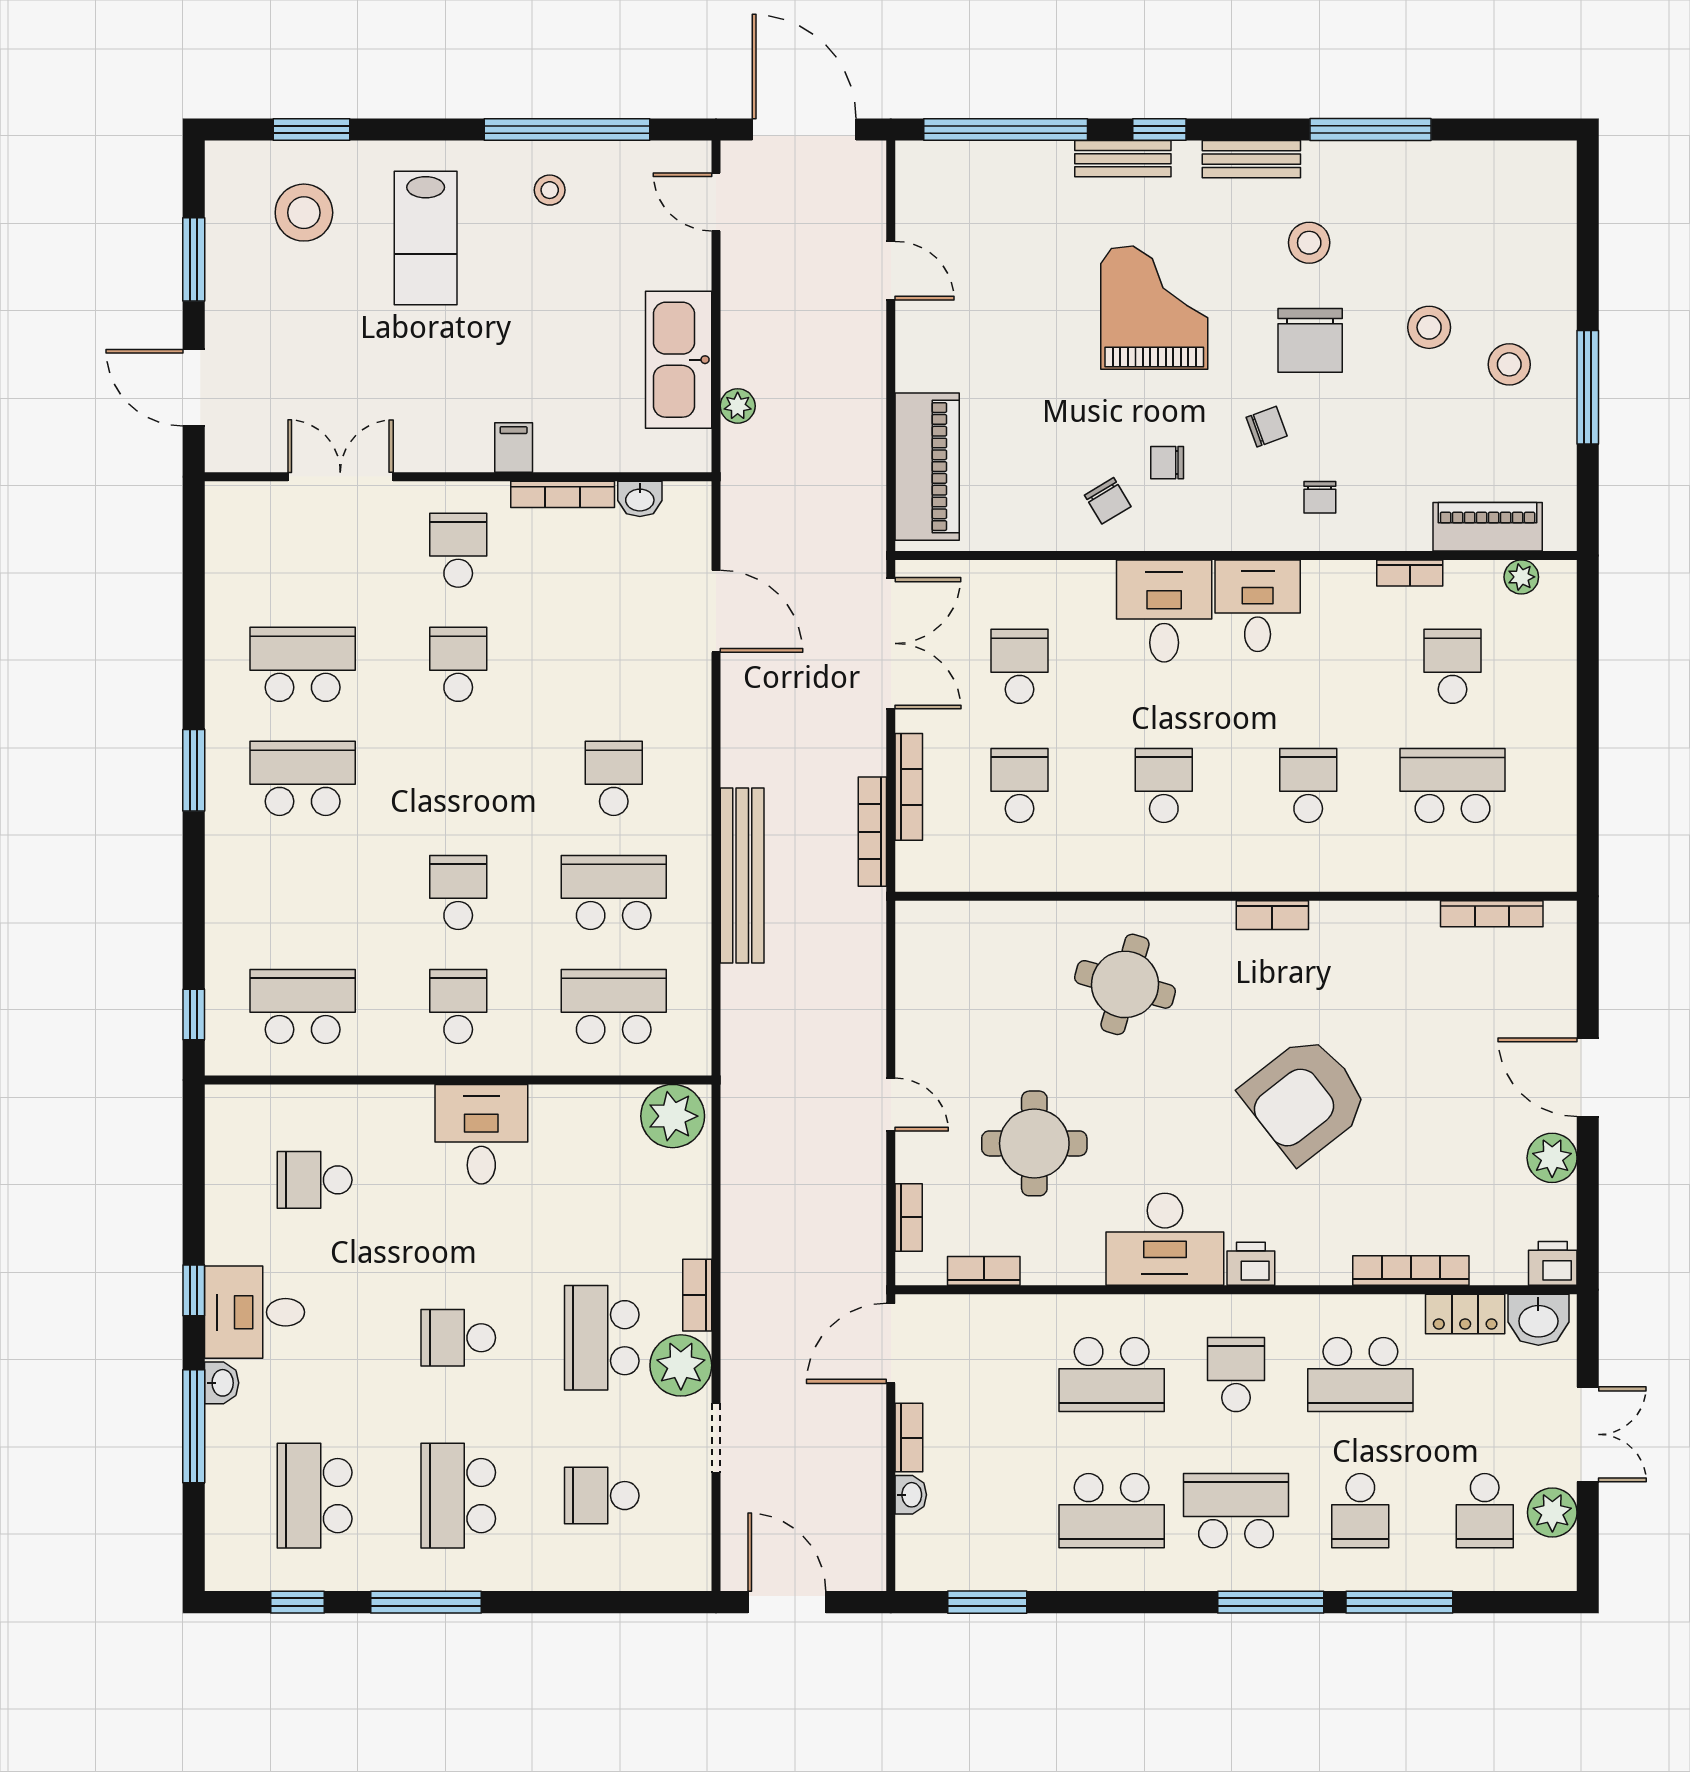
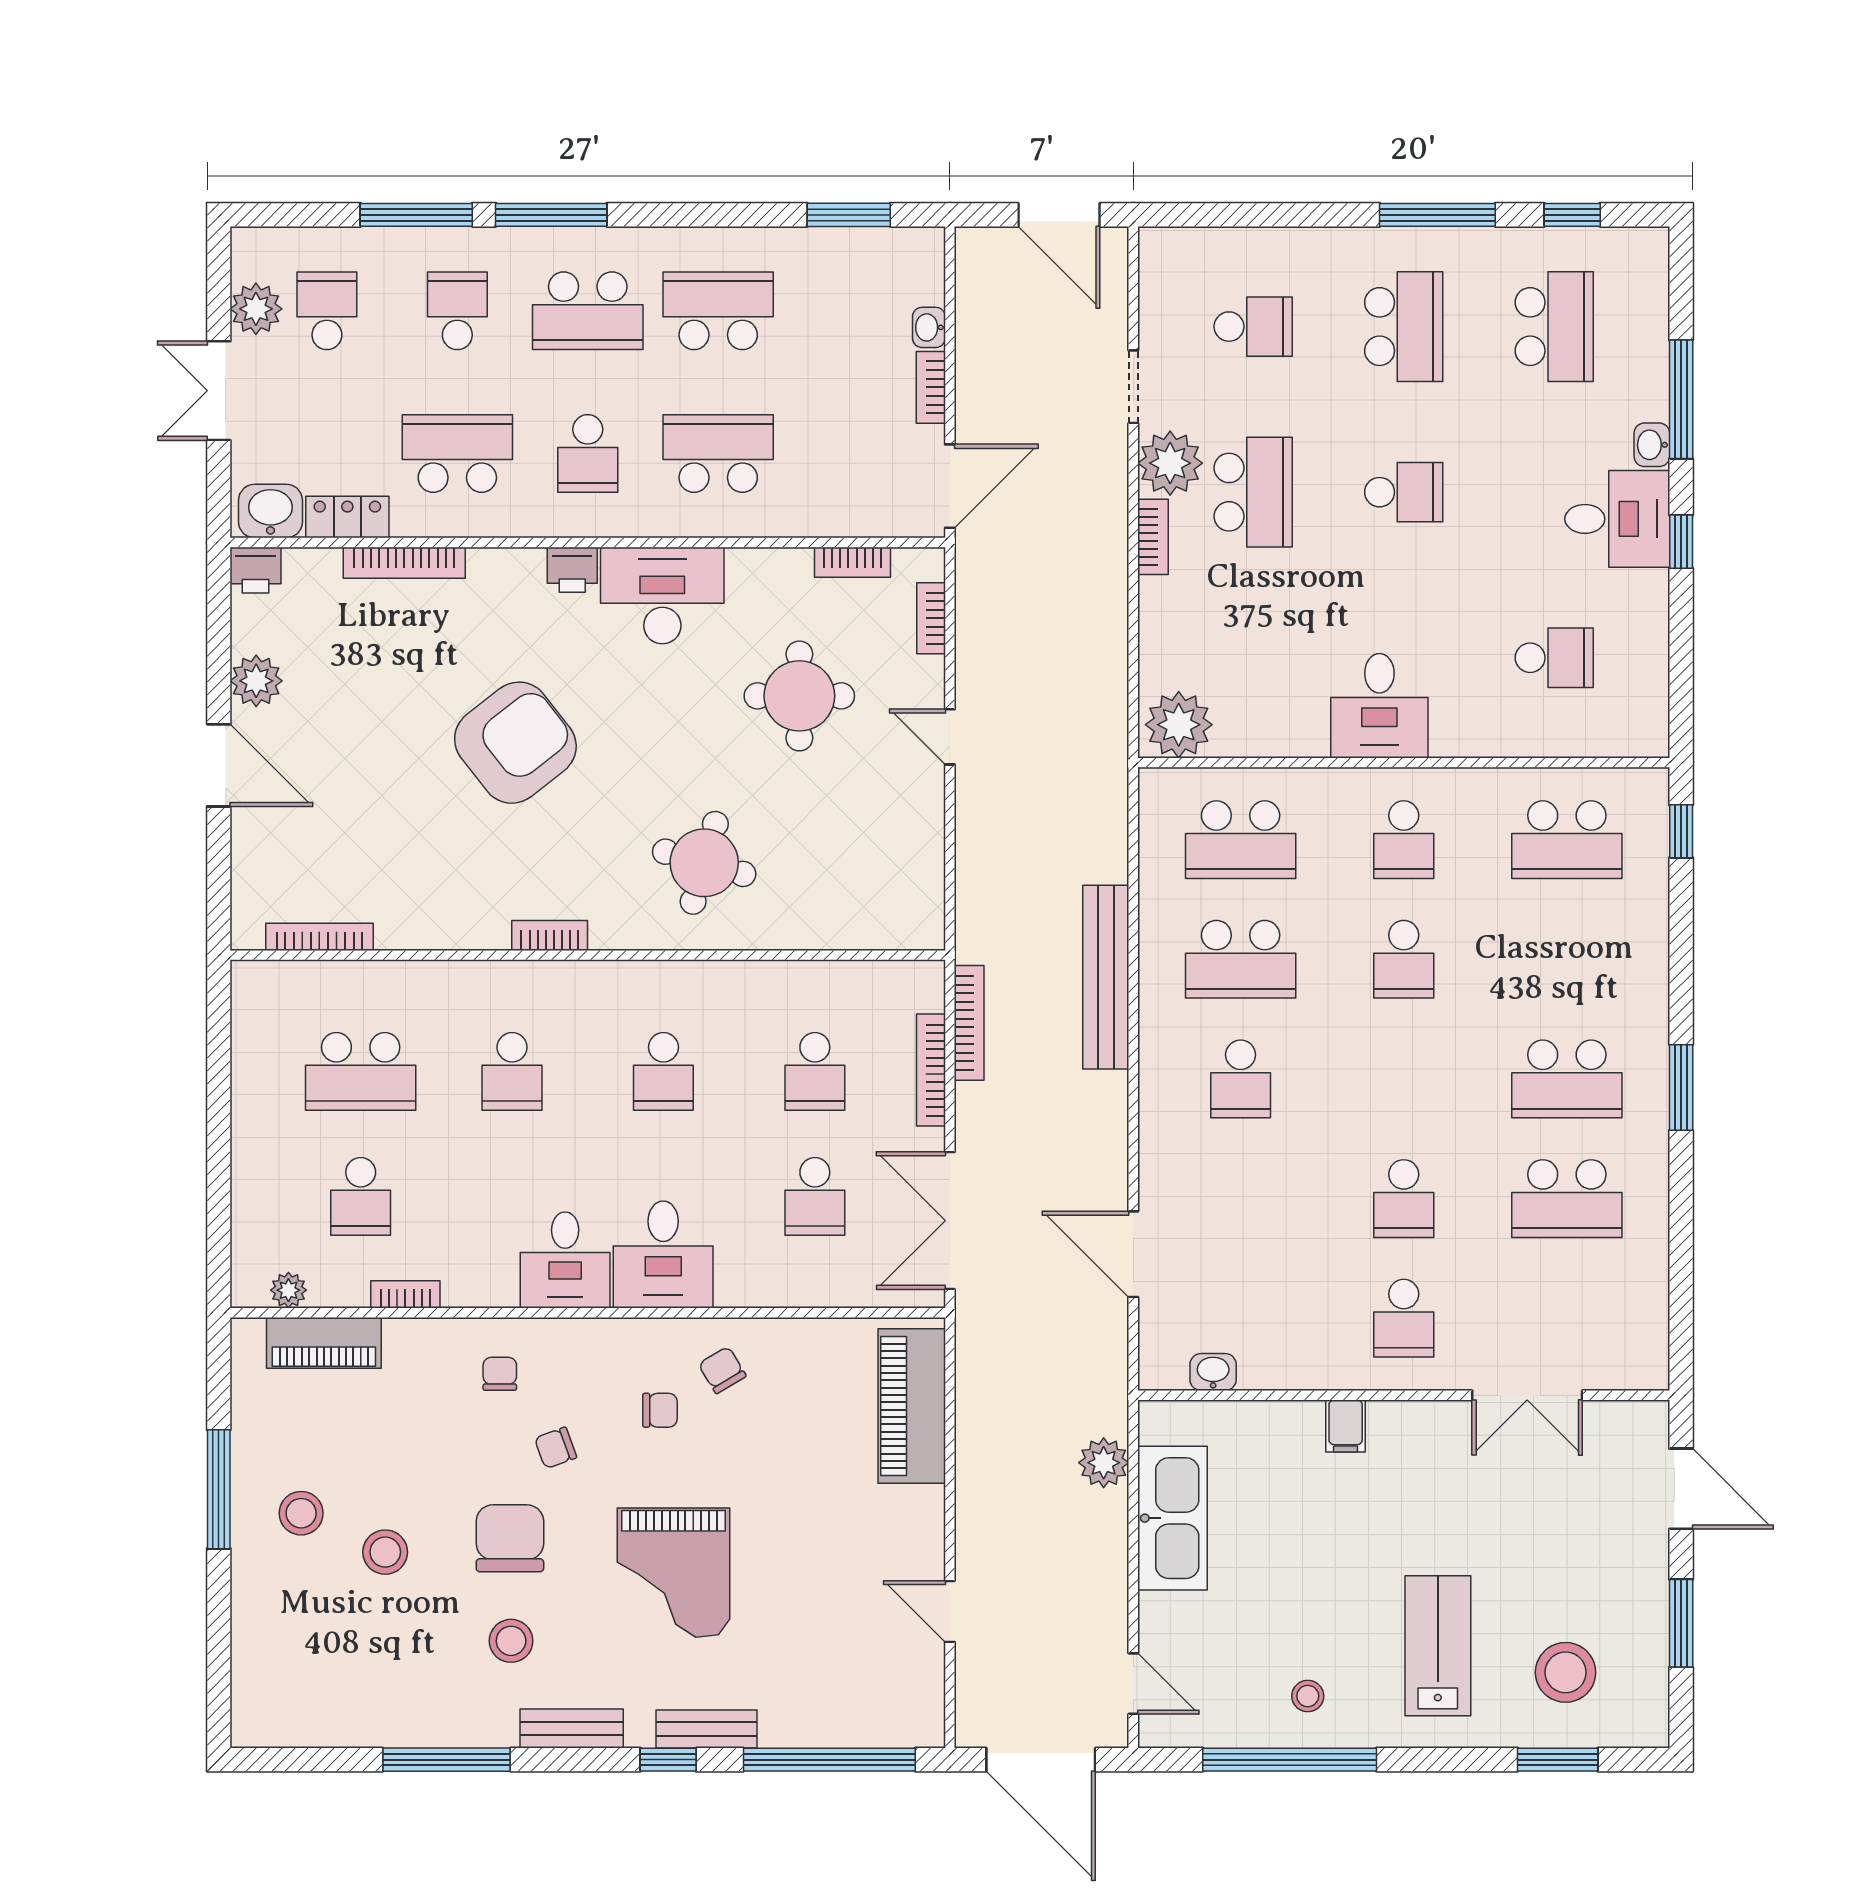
plant: (738, 406) -> (1104, 1463), width x1.38, depth x1.38
bookcase: (563, 494) -> (1294, 1377), removed

